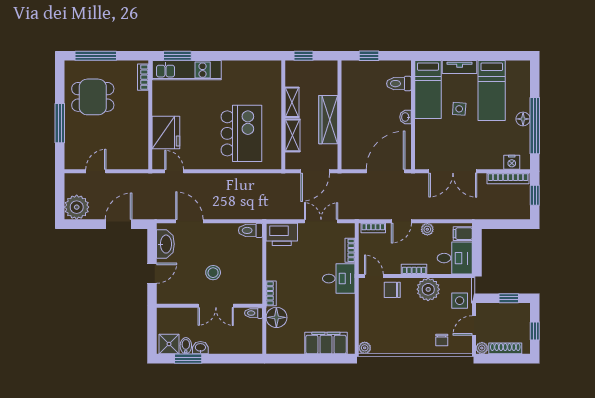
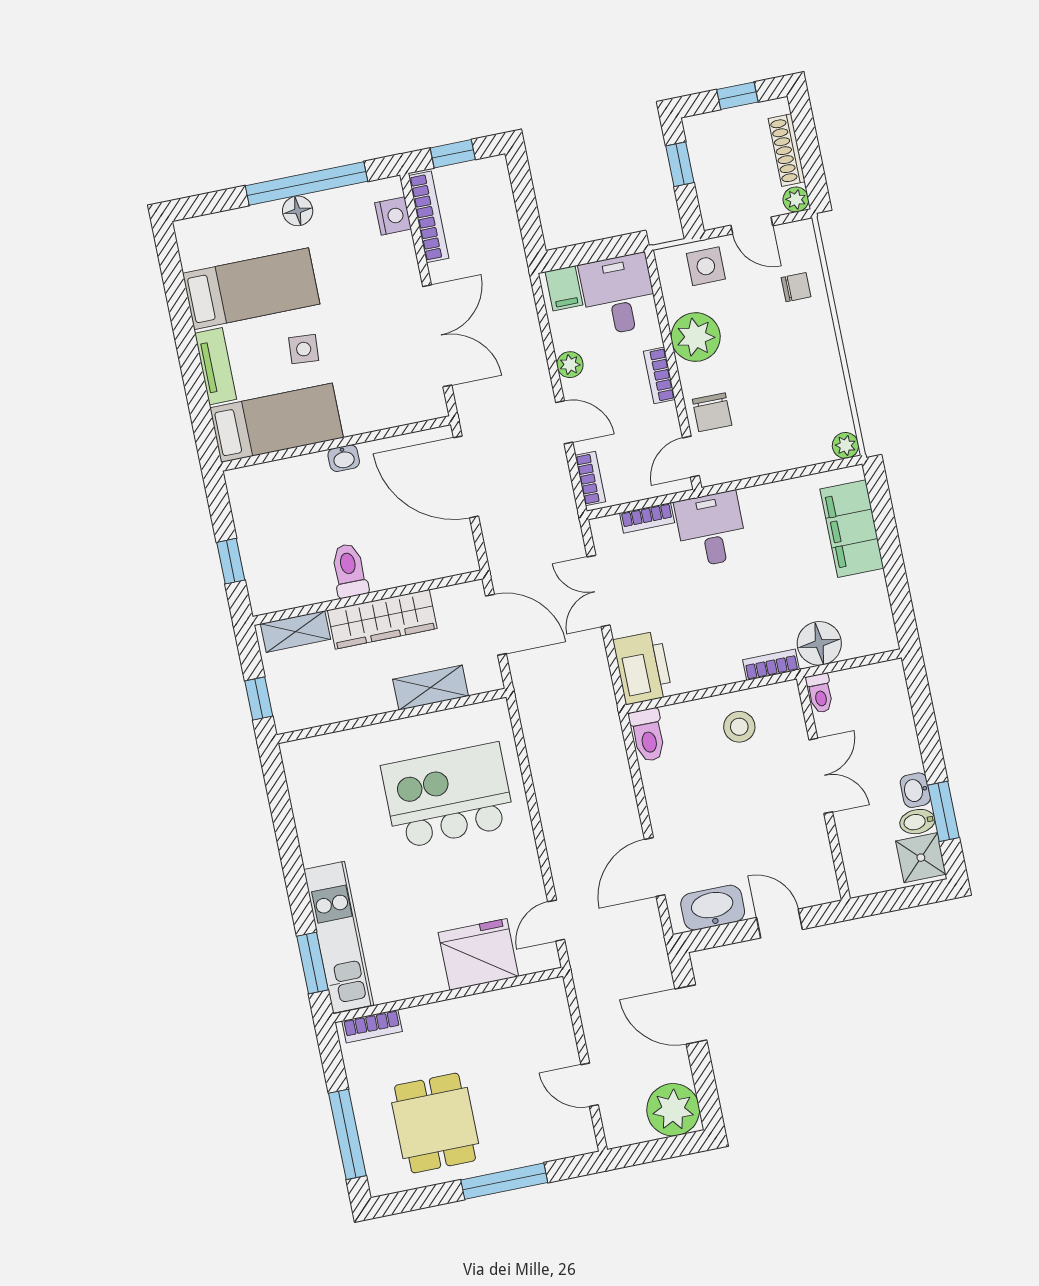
toilet: (399, 84) -> (349, 571), moved, turned 180
shelving: (292, 102) -> (295, 632), moved
stool: (213, 273) -> (739, 727), moved

